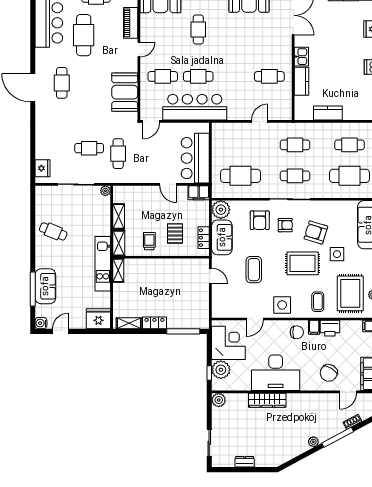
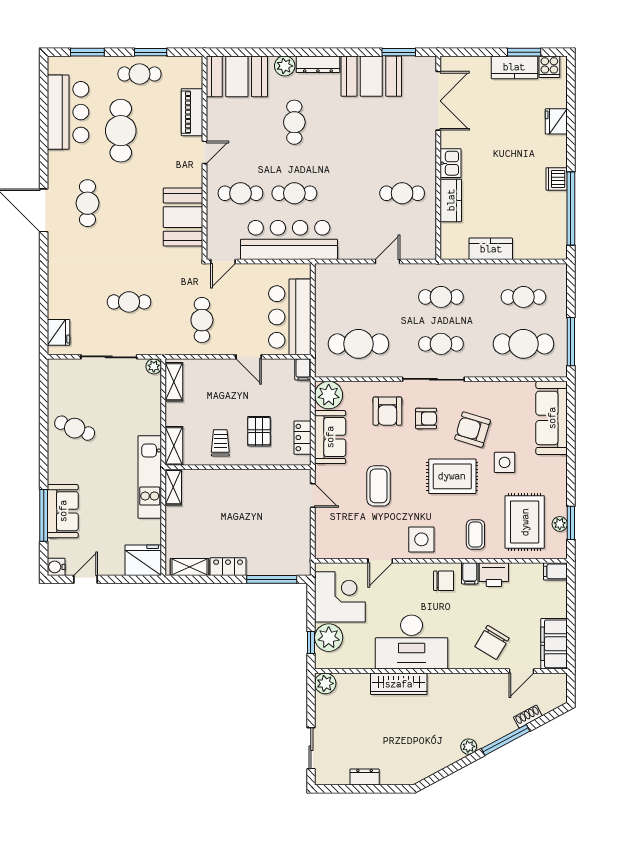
cafe table: (118, 154) -> (202, 320), moved
filing cabinet: (199, 193) -> (303, 369), width x0.50
shelving: (119, 216) -> (174, 382), moved

